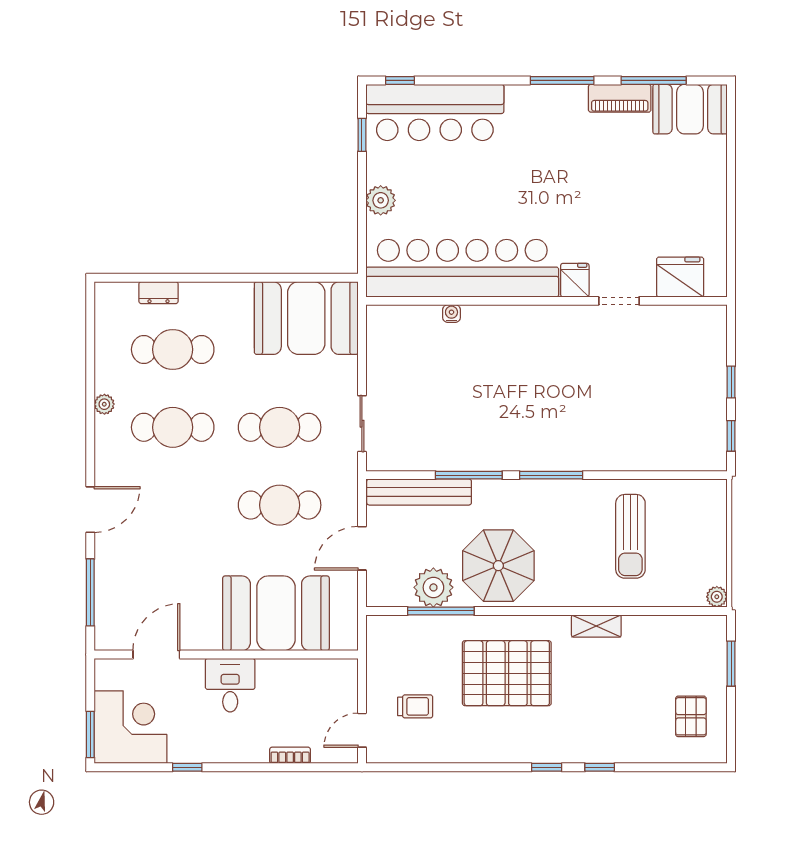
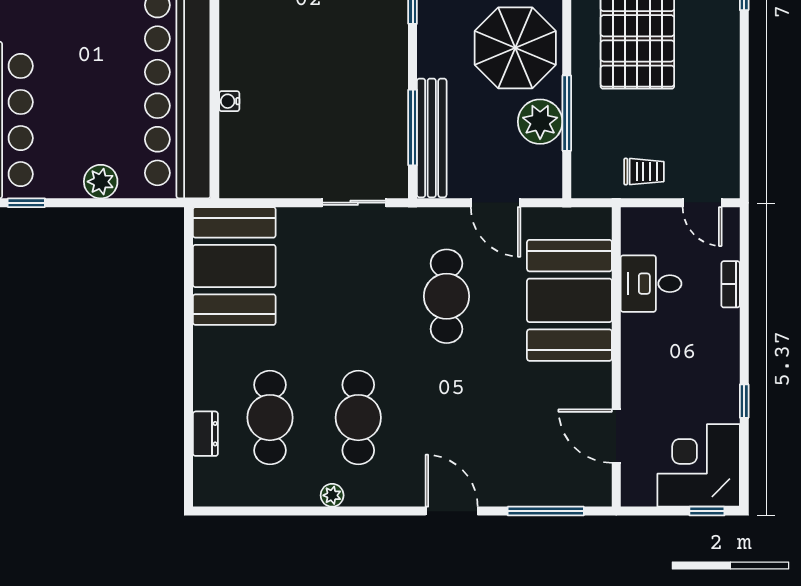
cafe table: (280, 427) -> (358, 296), removed
window: (469, 475) -> (413, 127), moved
desk: (230, 685) -> (651, 284), moved
trolley: (415, 706) -> (644, 172), moved, turned 90
window: (90, 734) -> (707, 511), width x0.67

